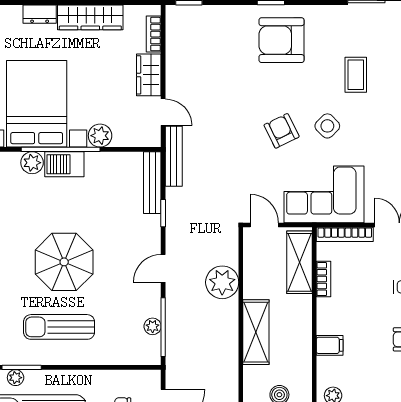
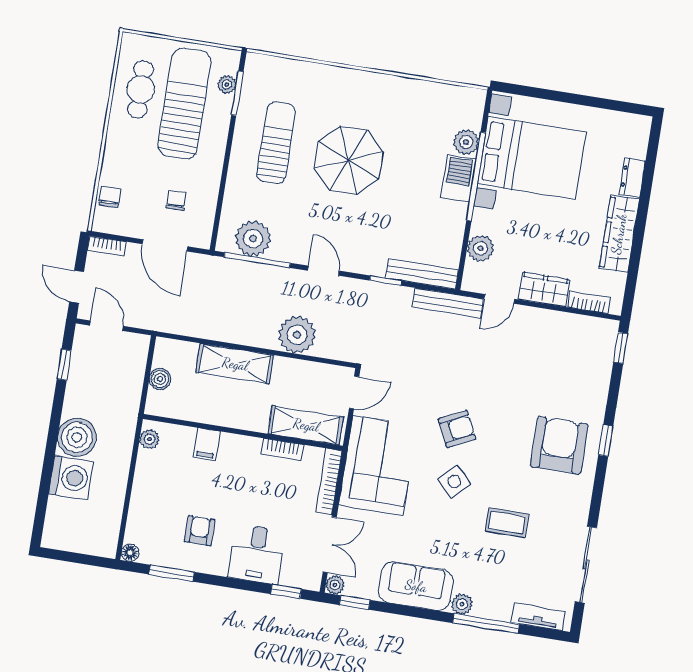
plant: (100, 136) -> (480, 248), moved
plant: (153, 326) -> (253, 239), width x1.88, depth x1.88

